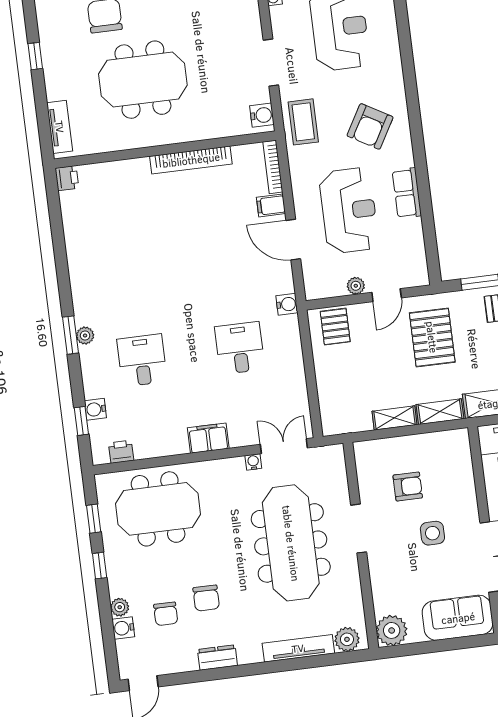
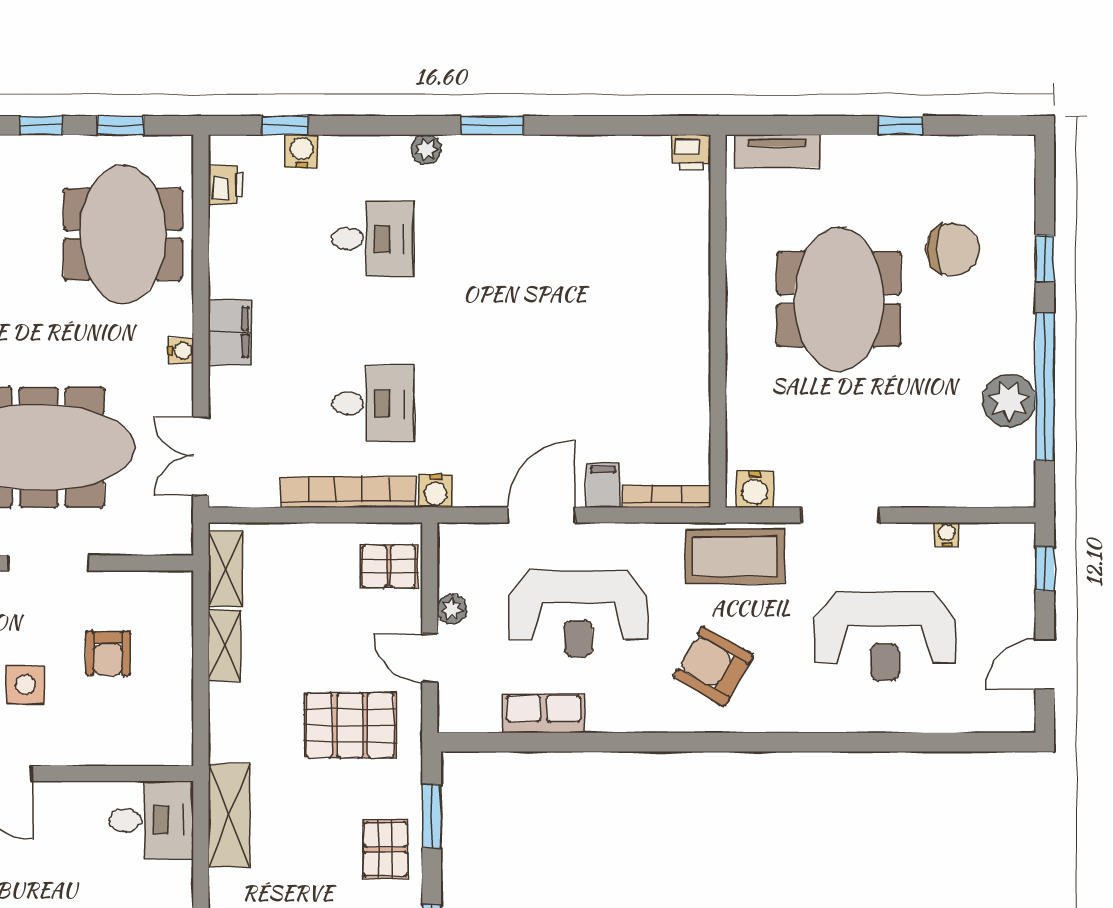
coffee table: (303, 122) -> (735, 556), width x1.36, depth x1.32
bookcase: (191, 160) -> (348, 492), moved, turned 90
row of seats: (407, 193) -> (544, 713), moved
window: (70, 335) -> (492, 125), moved
shelving: (440, 412) -> (225, 569), moved
double door: (284, 446) -> (201, 456), swing flipped
water cooler: (253, 462) -> (181, 351), moved

